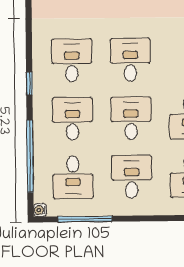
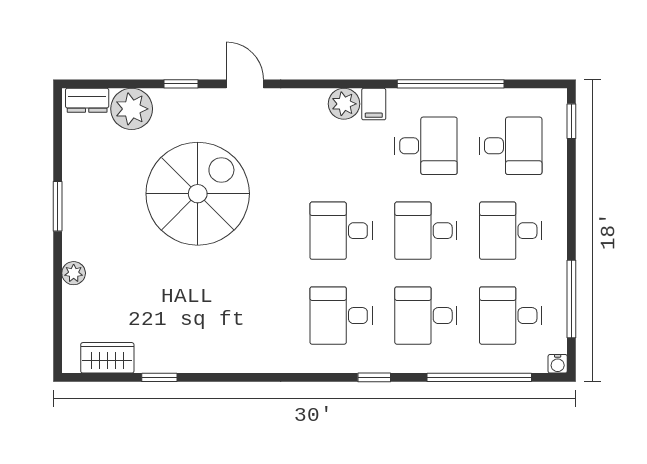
desk: (73, 177) -> (511, 316), turned 180

